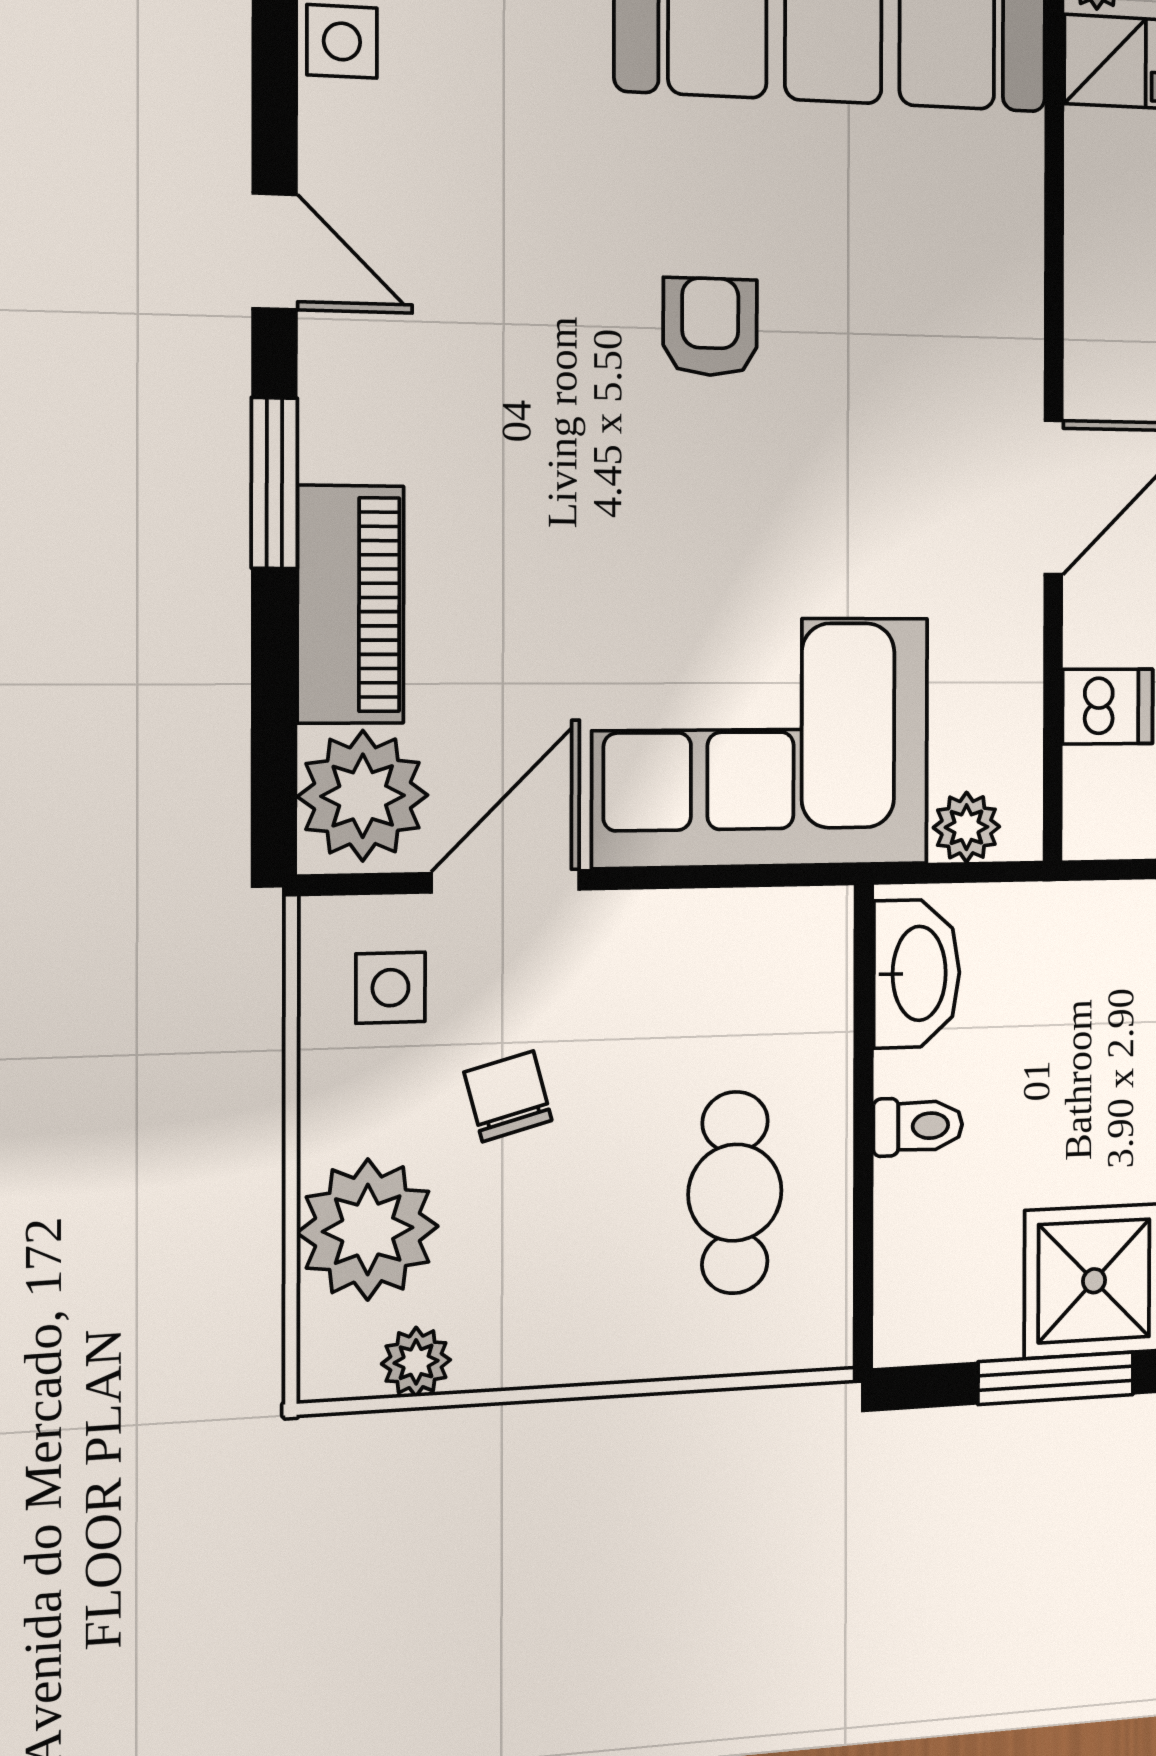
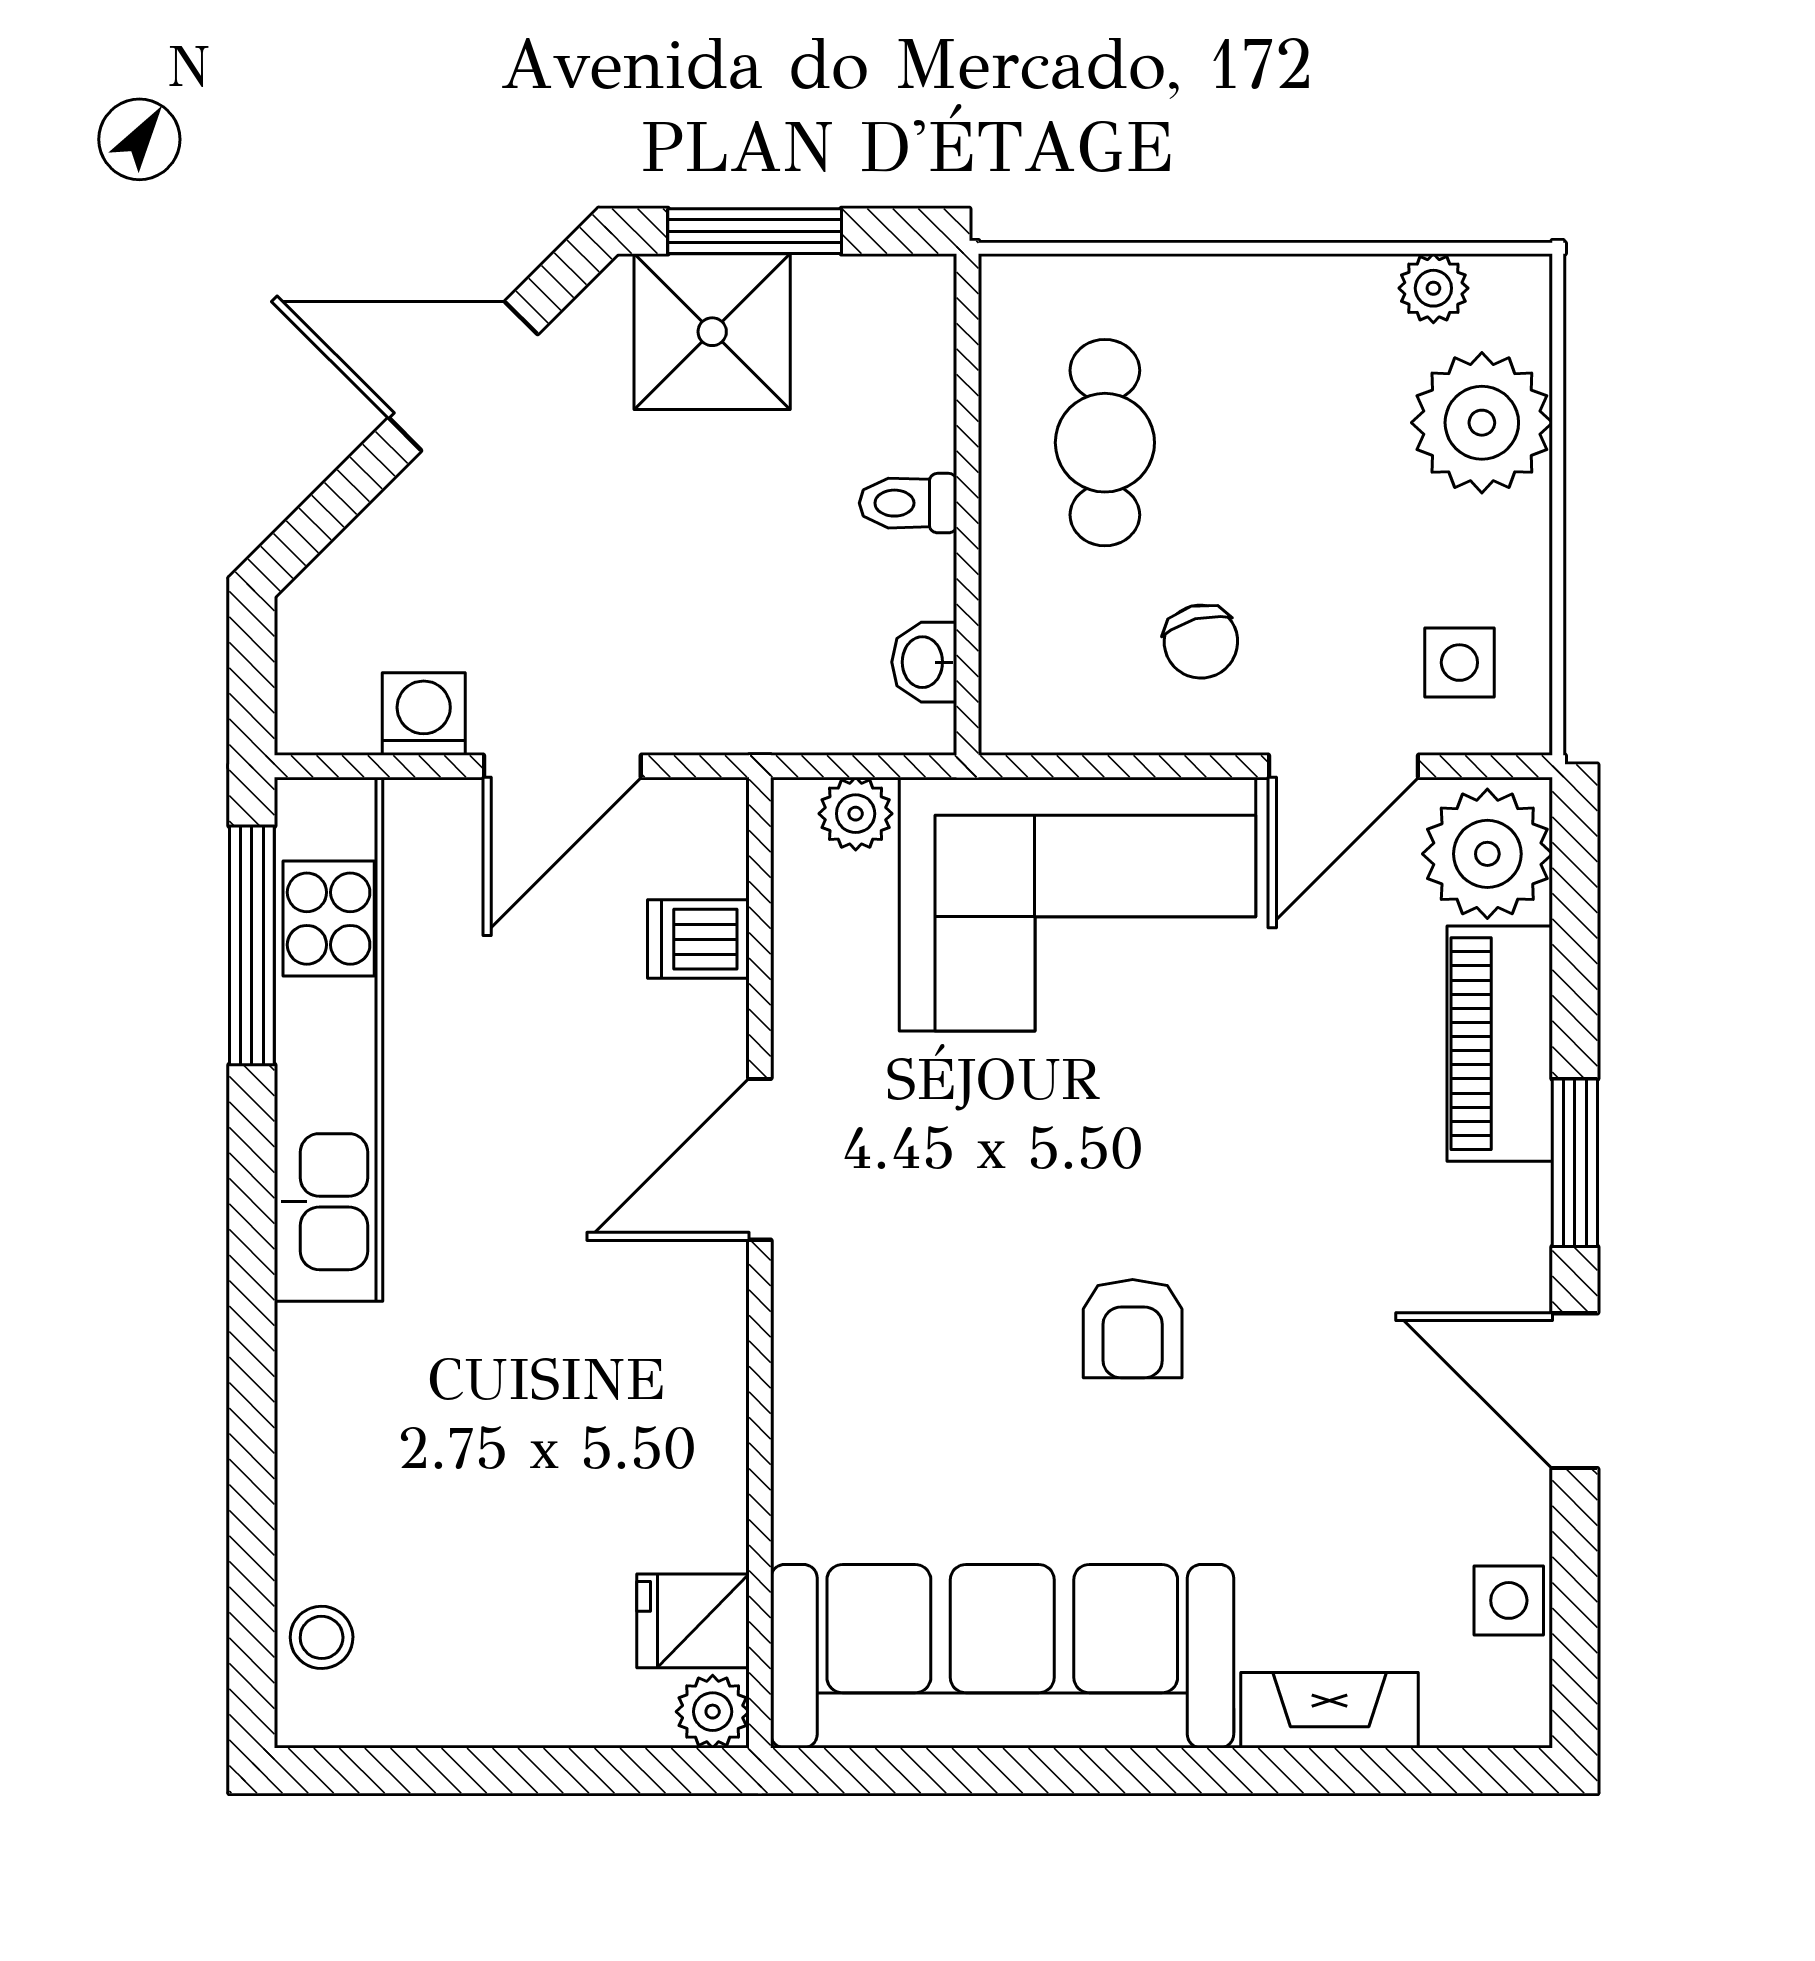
door: (275, 251) -> (1575, 1391), width x1.38
washbasin: (917, 973) -> (924, 662), width x0.52, depth x0.69
chair: (508, 1096) -> (1201, 642), moved

